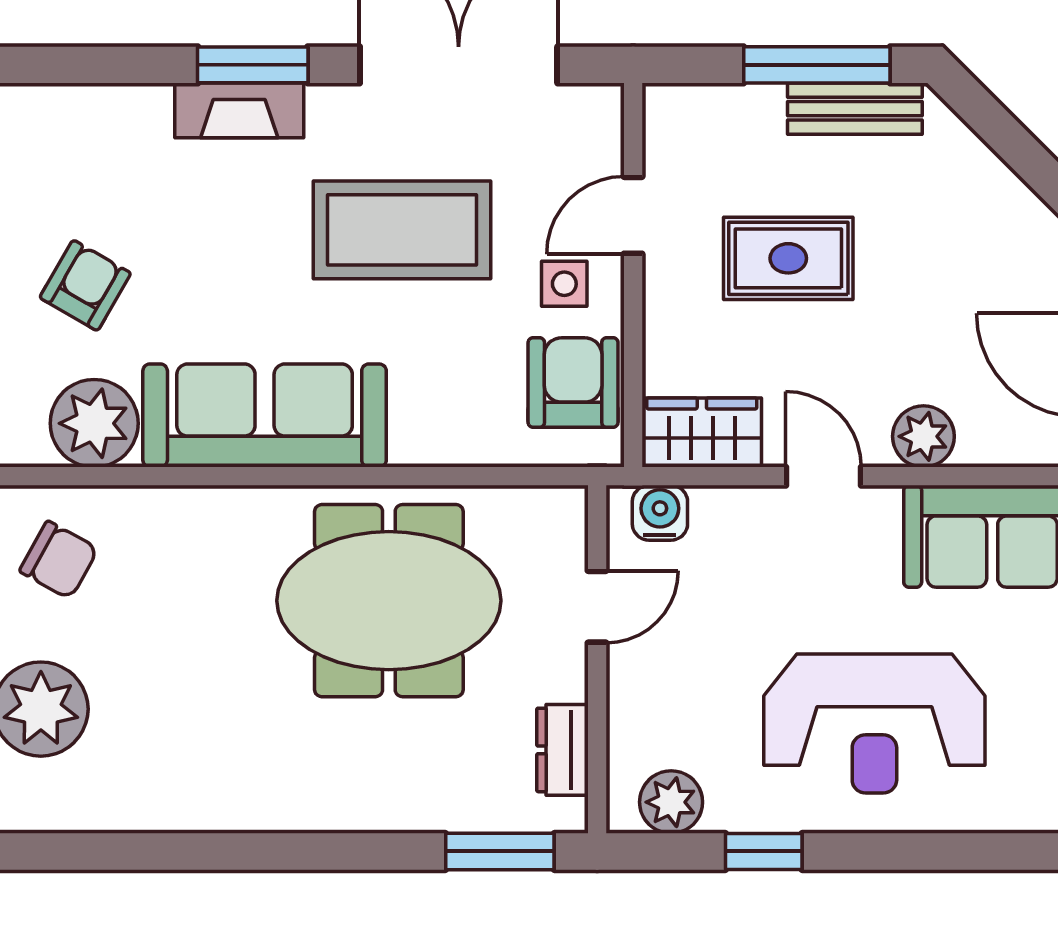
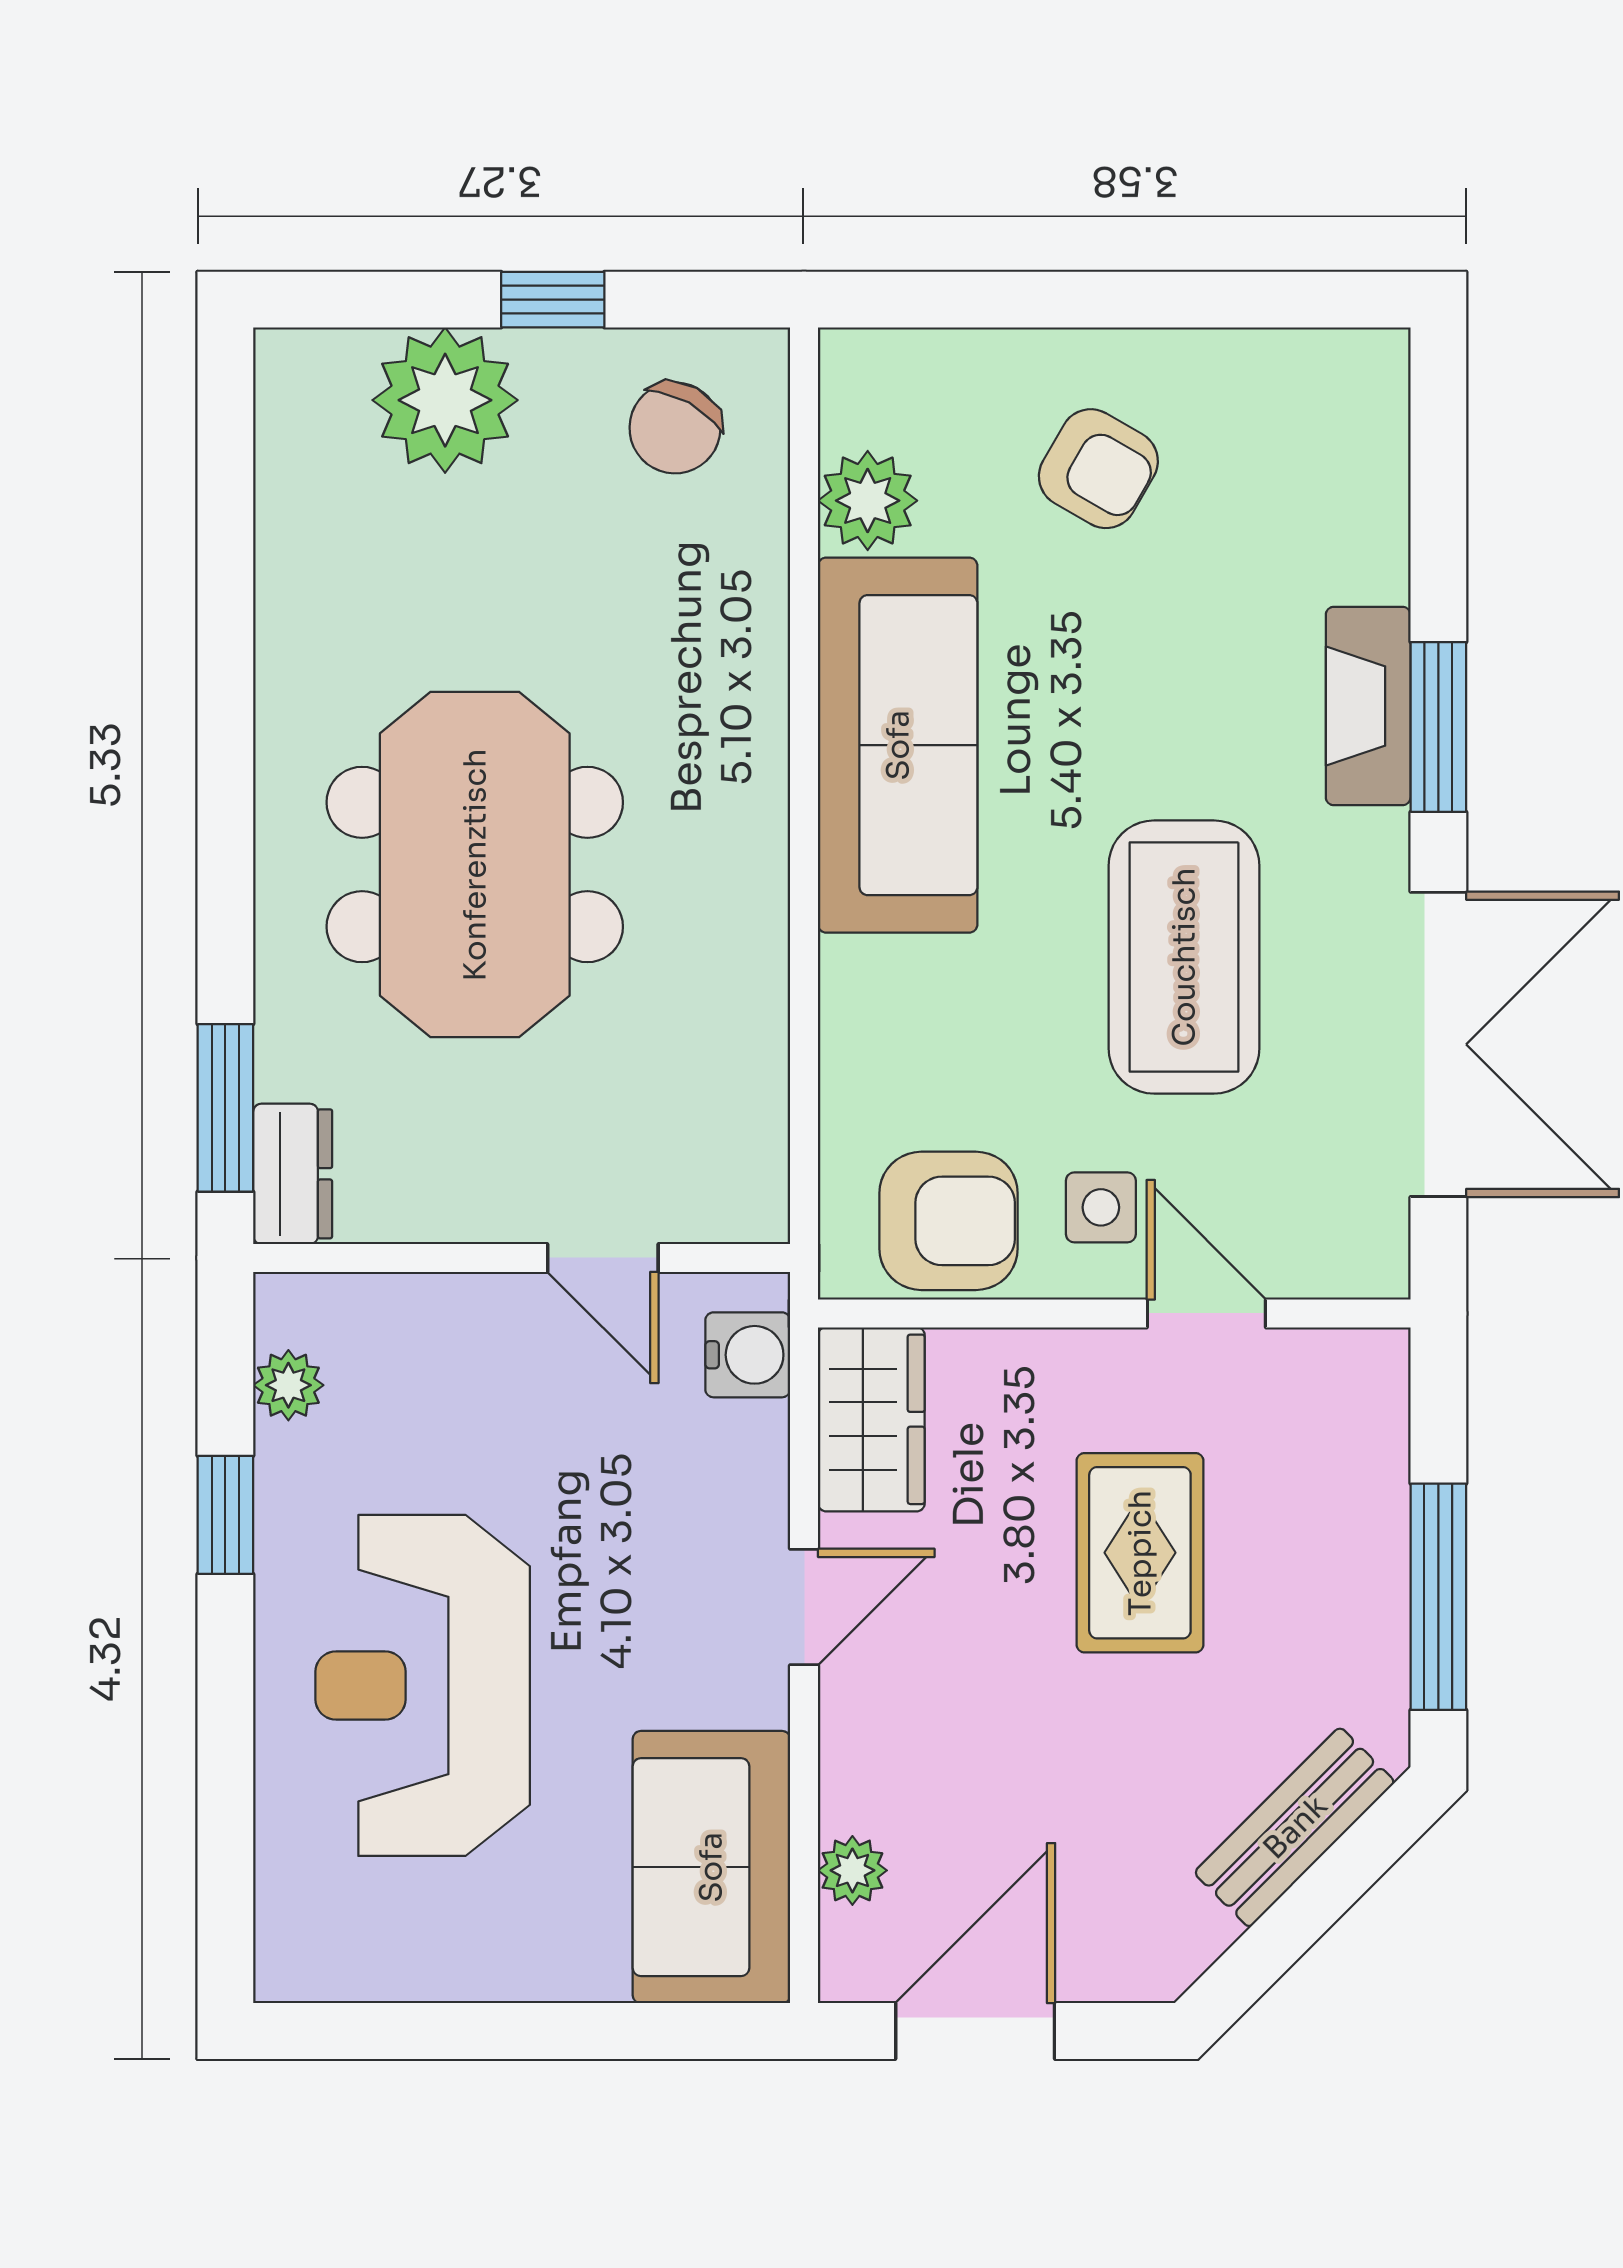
bench: (855, 109) -> (1295, 1827), moved, turned 45
plant: (94, 423) -> (868, 501), width x0.73, depth x0.73
plant: (923, 436) -> (852, 1870), moved, width x0.73, depth x0.73
meeting table: (389, 601) -> (475, 865), moved
dresser: (562, 750) -> (293, 1174), moved, turned 90
plant: (671, 802) -> (288, 1385), width x0.73, depth x0.73

